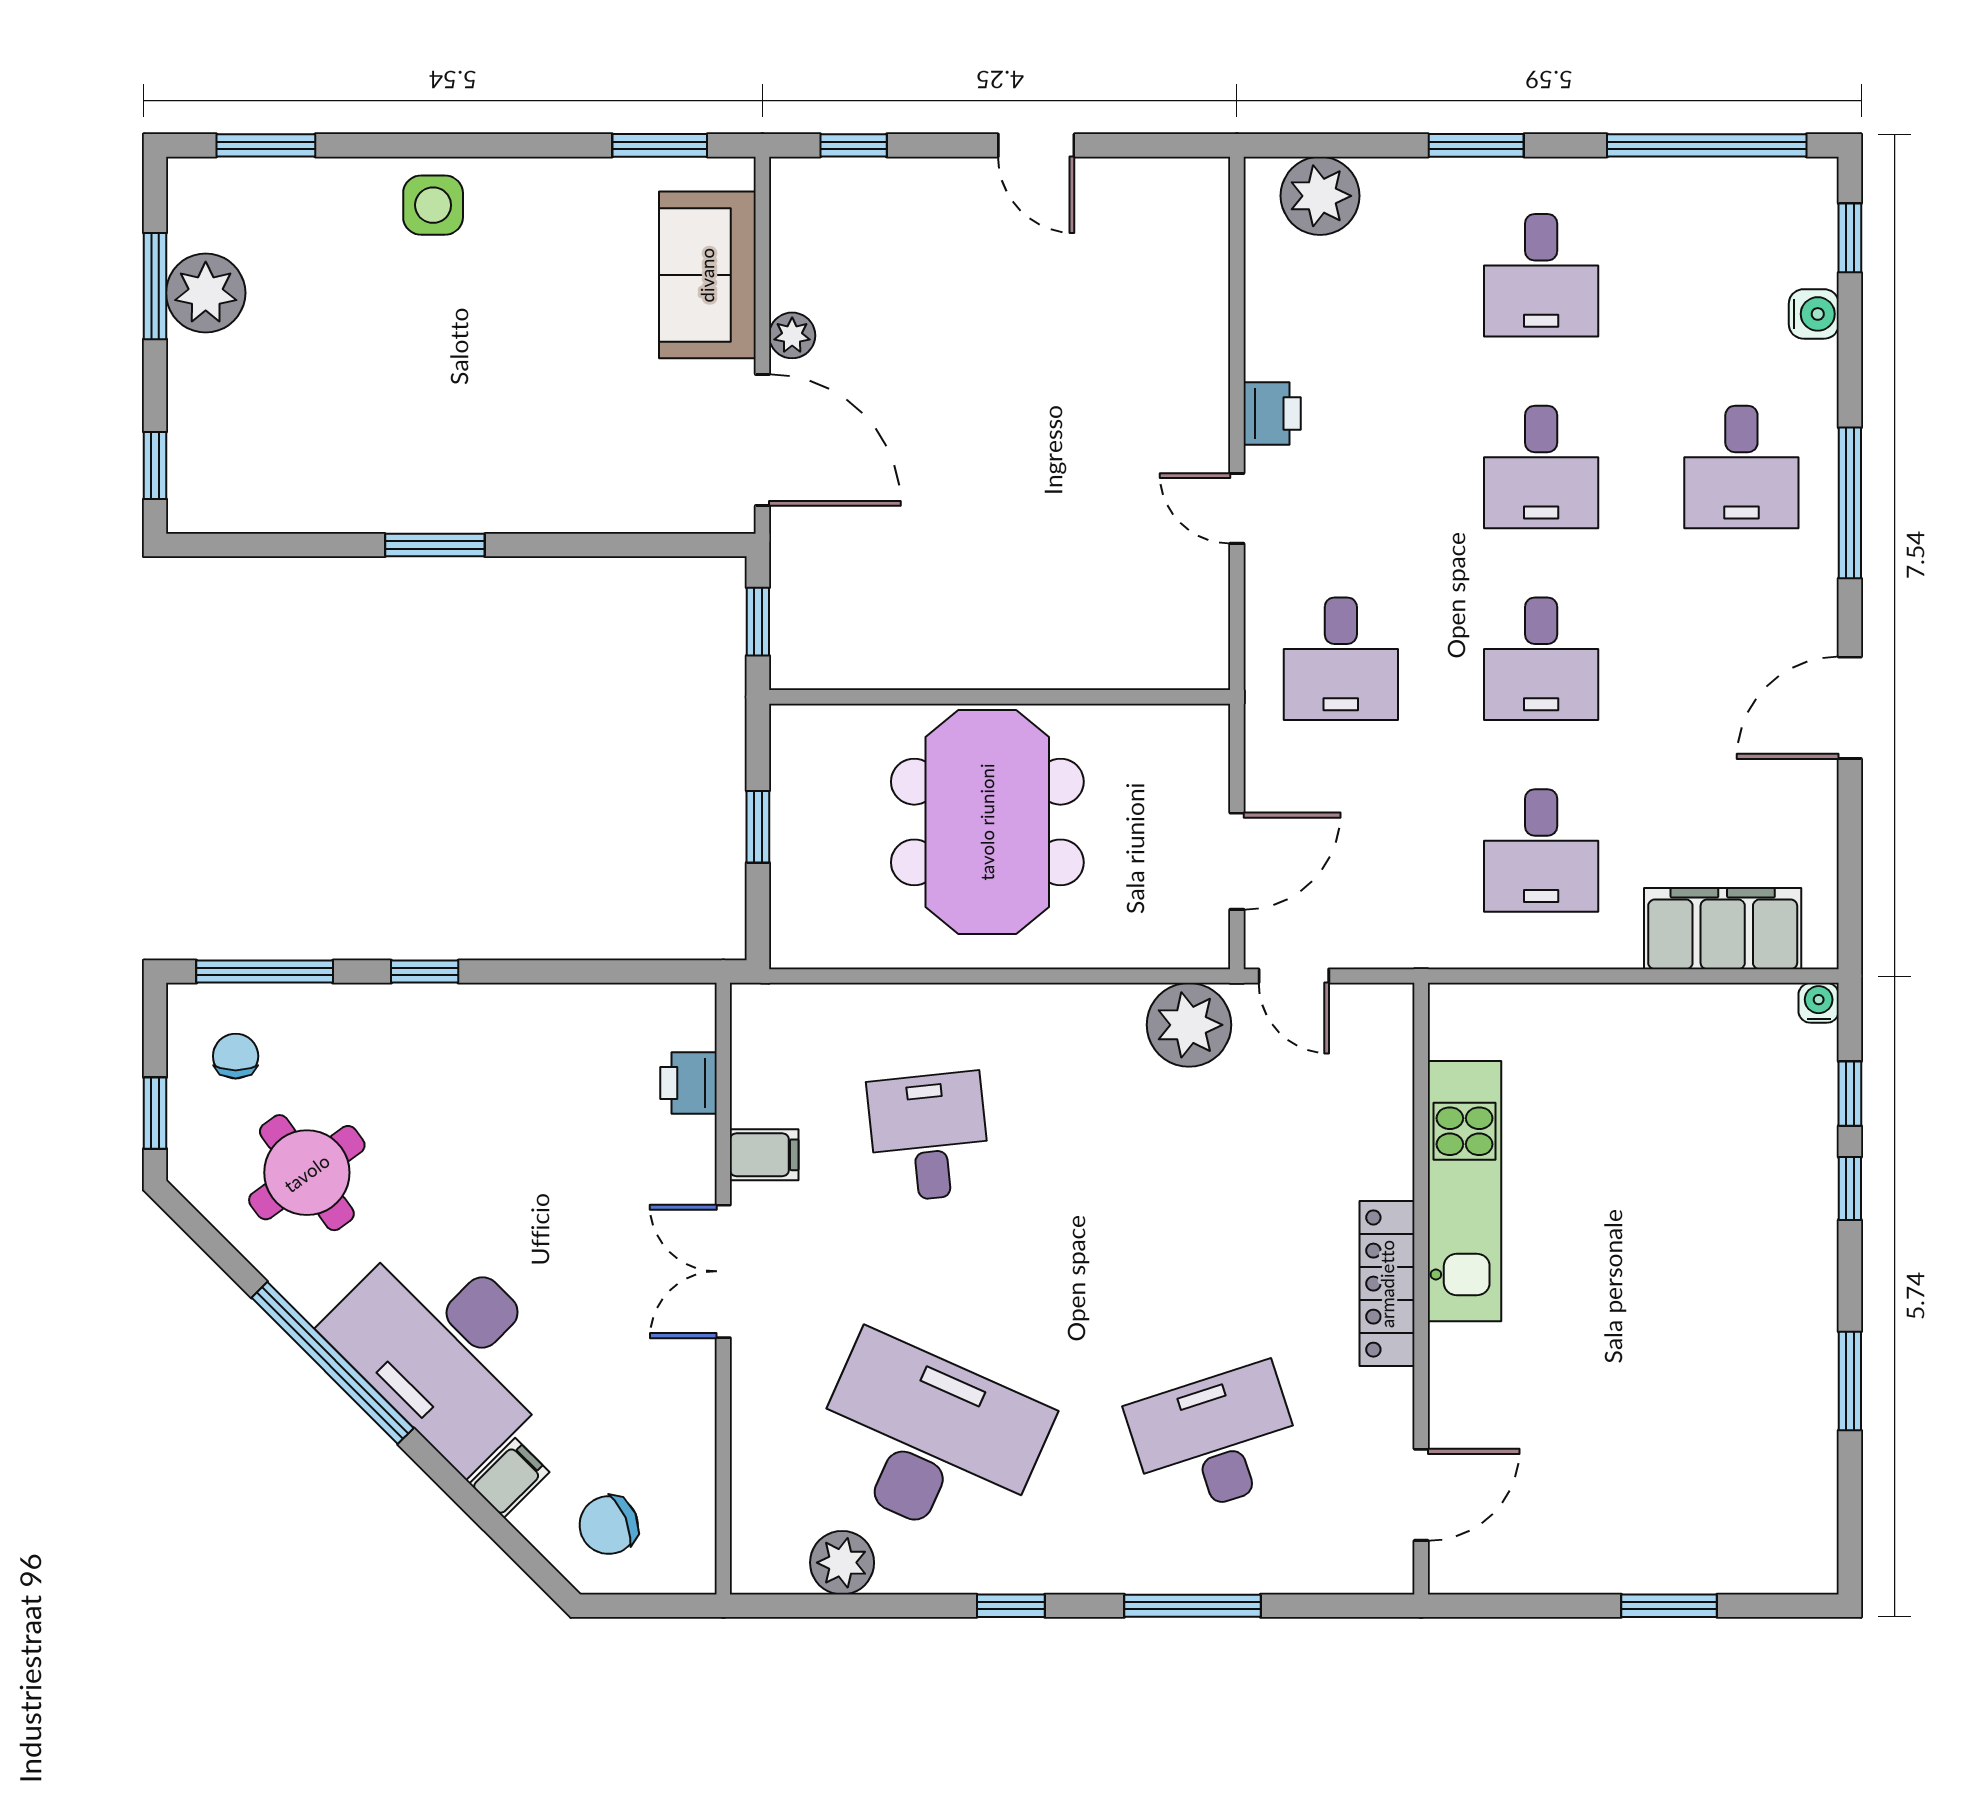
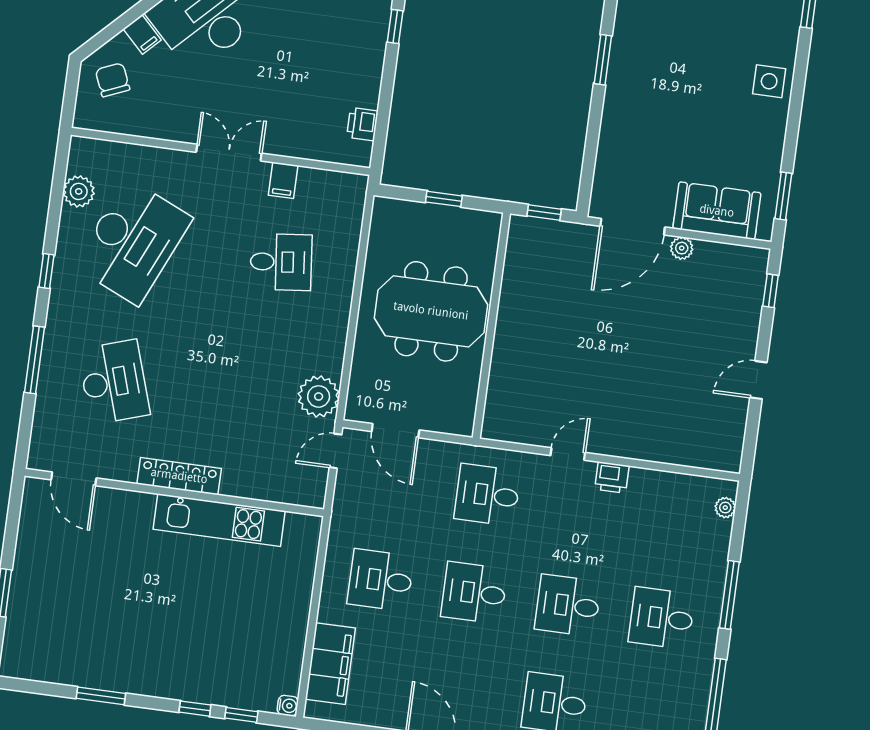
window: (1476, 145) -> (729, 595), width x1.44
plant: (1320, 196) -> (725, 508), width x0.53, depth x0.53
printer: (688, 1083) -> (362, 124), moved, turned -90

